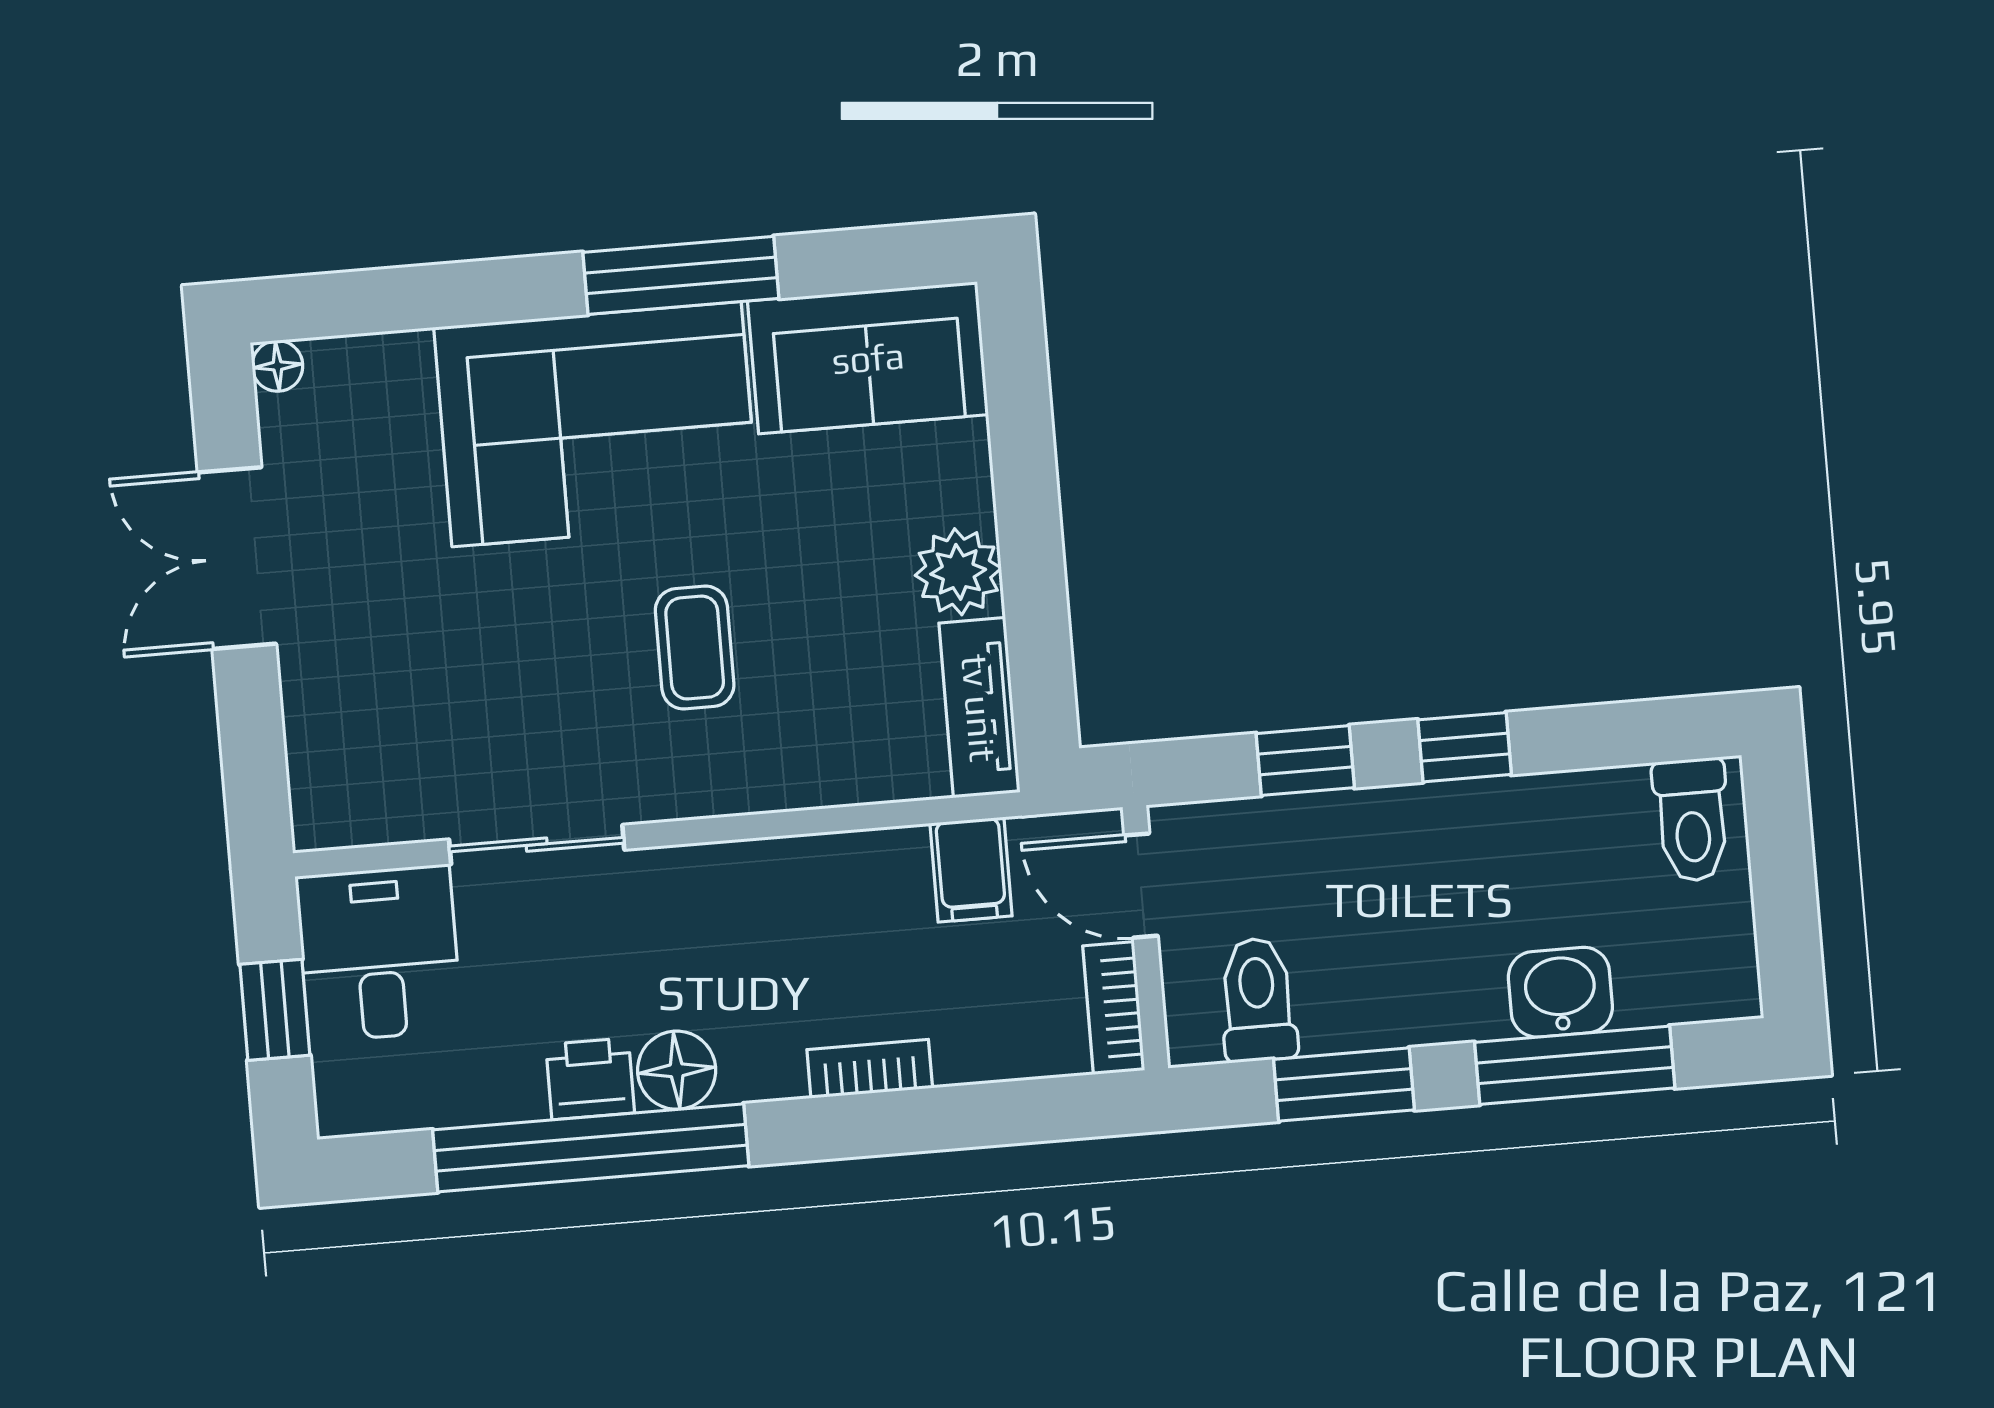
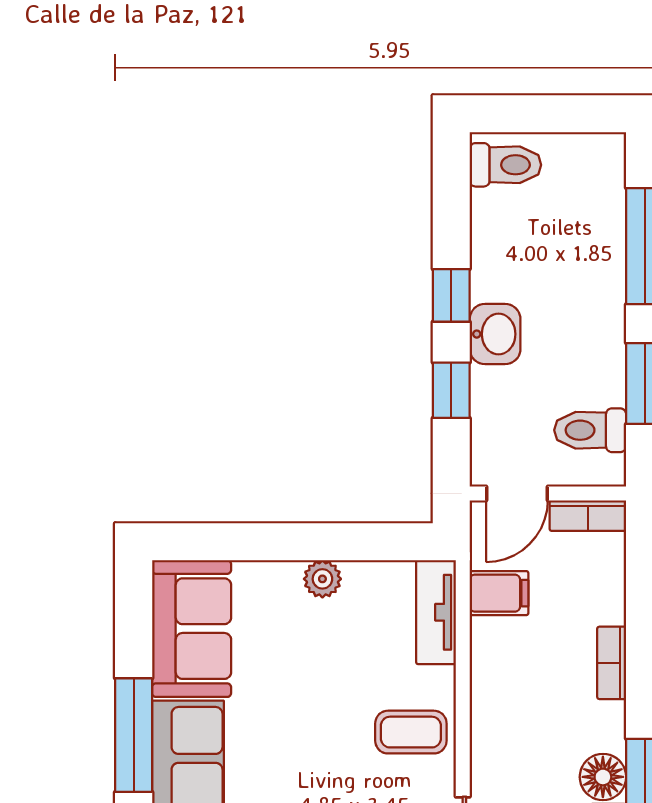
plant: (958, 572) -> (322, 579), width x0.73, depth x0.73
coffee table: (695, 648) -> (411, 732), moved
tv unit: (979, 708) -> (436, 612), moved, turned 90
washbasin: (1560, 992) -> (495, 334), moved, turned 180

